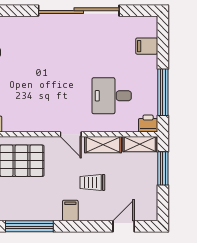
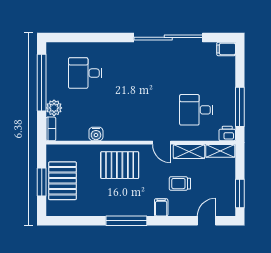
filing cabinet: (147, 46) -> (226, 49), moved
window: (163, 168) -> (240, 193), moved

